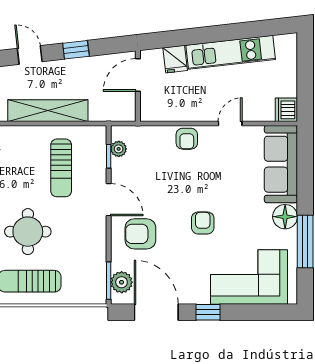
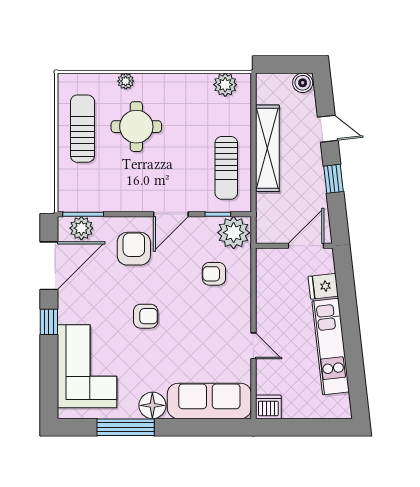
door: (30, 55) -> (328, 129), hinge flipped
door: (138, 75) -> (306, 246), hinge flipped
armchair: (187, 139) -> (214, 274), moved
plant: (119, 149) -> (234, 233), width x1.87, depth x1.87
sun lounger: (61, 168) -> (226, 168), moved, turned -90

